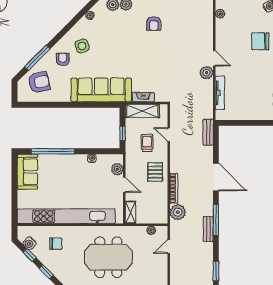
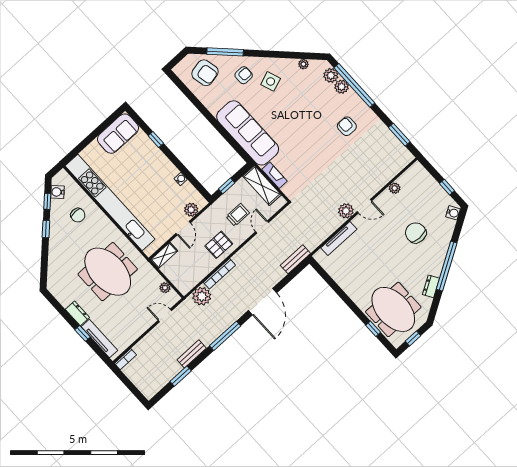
plant: (220, 14) -> (395, 188), moved
armchair: (154, 24) -> (347, 126), turned 90
door: (214, 58) -> (364, 206), hinge flipped
window: (53, 151) -> (156, 140), width x0.32
bench: (208, 229) -> (192, 354), moved

